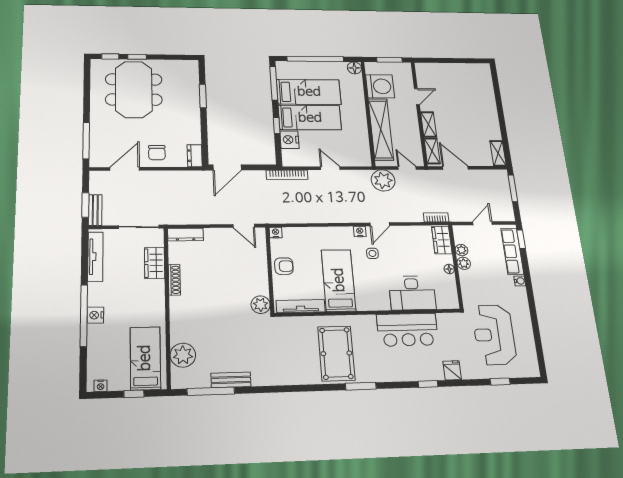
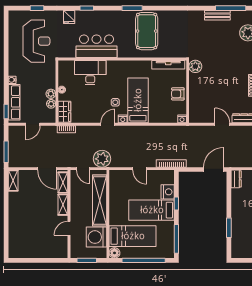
bed: (309, 92) -> (133, 236), moved, turned 180
door: (244, 226) -> (222, 124), moved
bed: (339, 280) -> (138, 100), moved, turned 180

